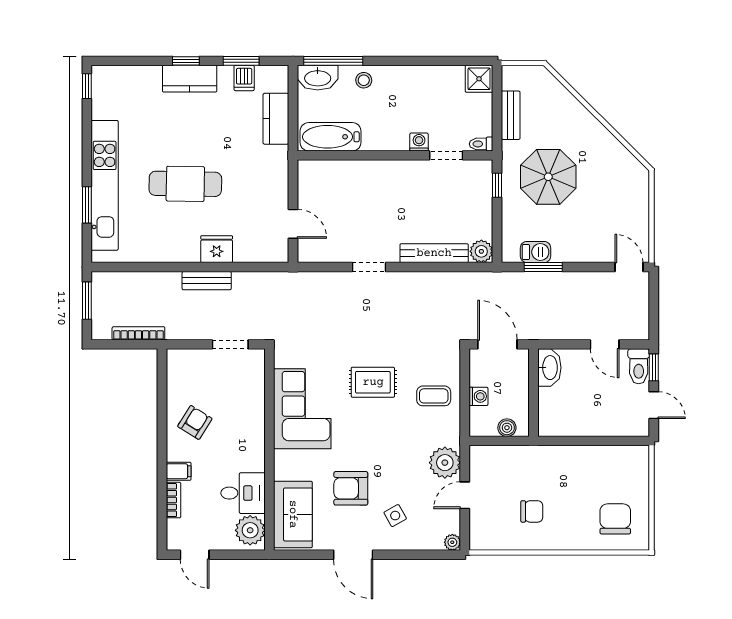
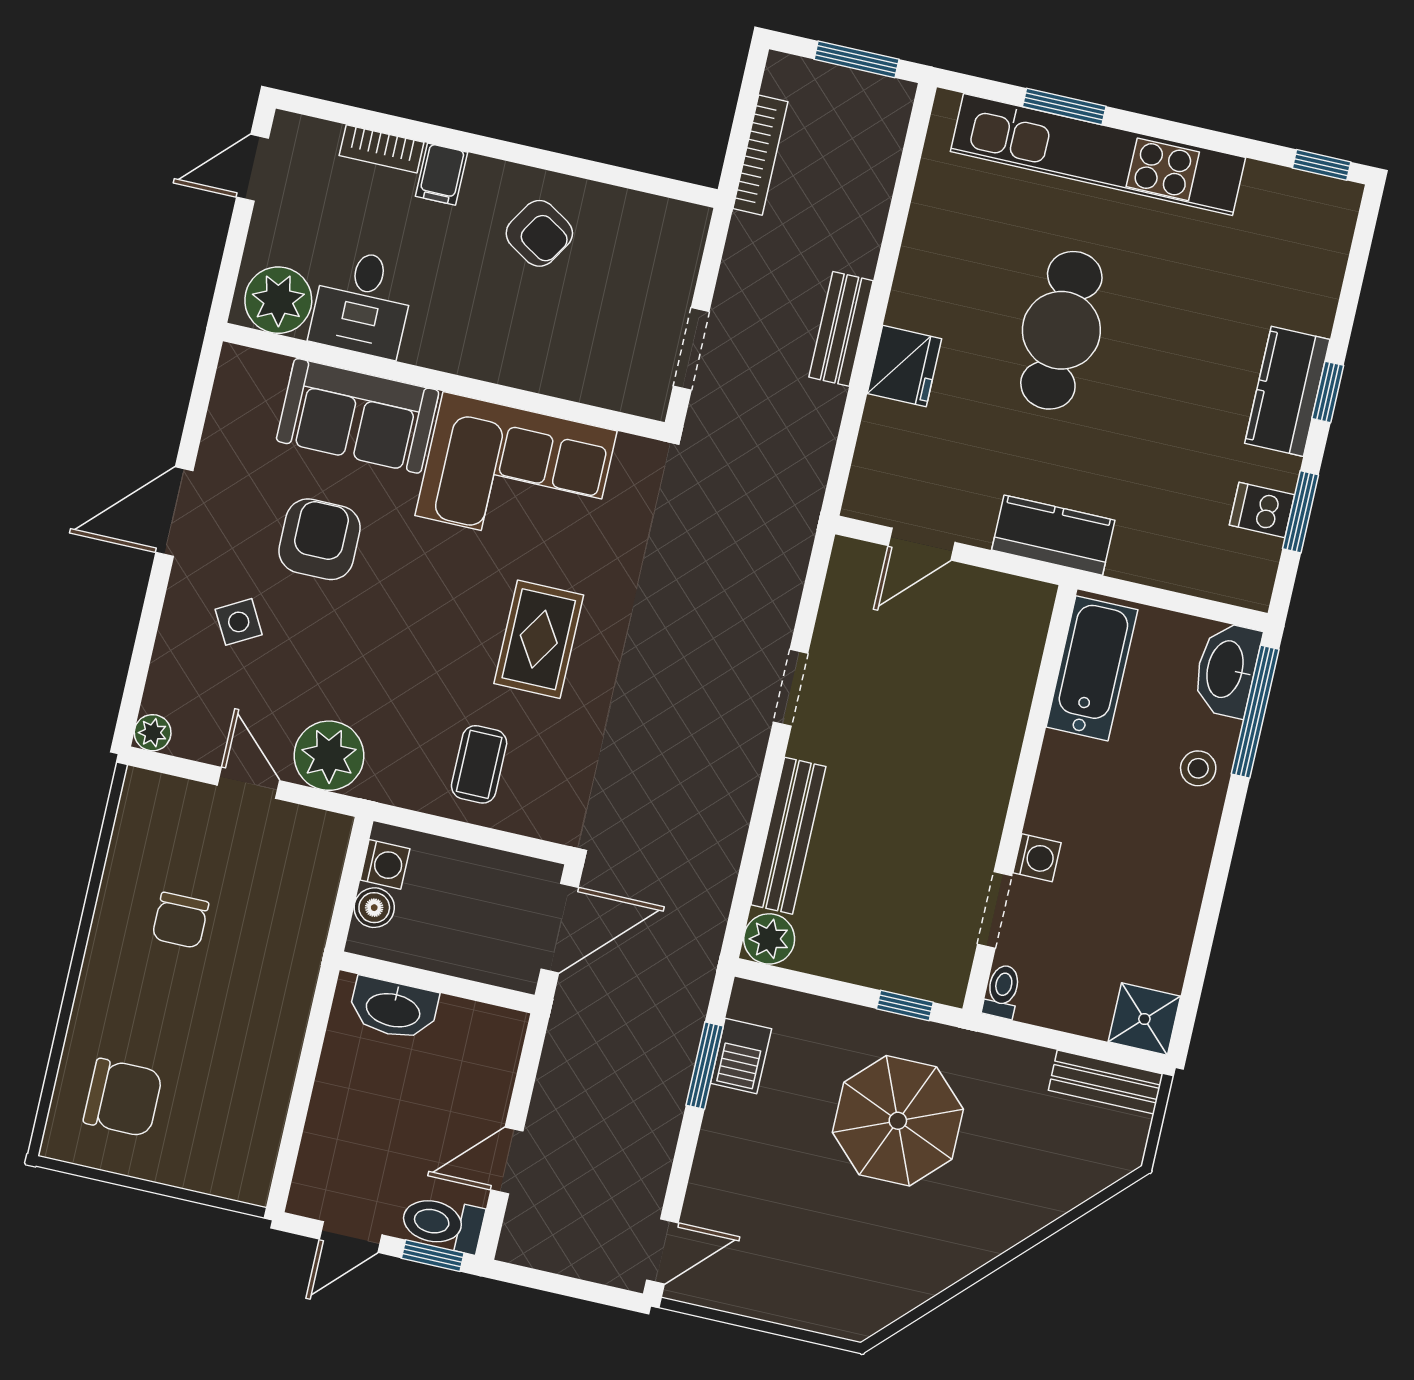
bench: (511, 115) -> (1106, 1082), moved
kitchen counter: (276, 119) -> (1053, 535), moved
washbasin: (549, 368) -> (393, 1009), moved
washing machine: (478, 396) -> (385, 864), moved, turned -90
sofa: (293, 514) -> (358, 416), moved

